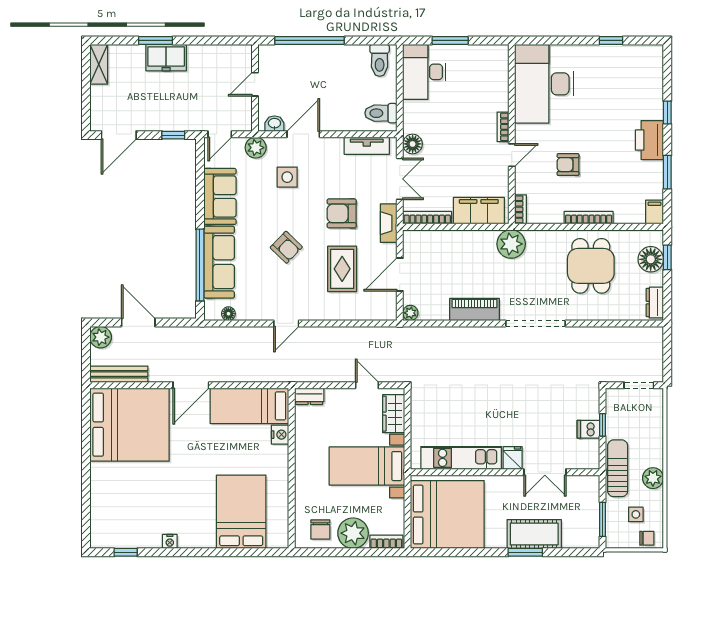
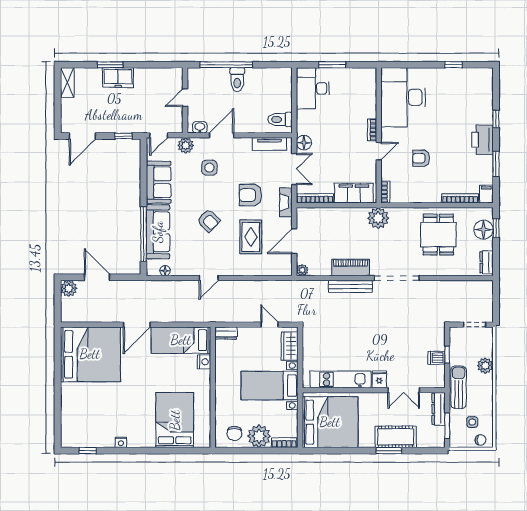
toilet: (380, 60) -> (237, 80), moved
bookcase: (589, 218) -> (460, 198), moved
bench: (119, 374) -> (350, 286), moved
plant: (653, 478) -> (485, 366), moved
dresser: (591, 497) -> (439, 409), added

